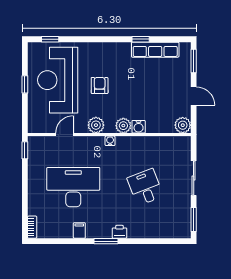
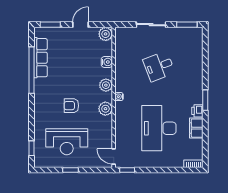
window: (141, 39) -> (32, 70), width x3.17
reception desk: (58, 80) -> (67, 142), width x0.74, depth x0.77
water cooler: (139, 127) -> (107, 62), moved
door: (65, 135) -> (114, 156), moved
filing cabinet: (79, 230) -> (196, 128), width x2.00
printer: (119, 232) -> (197, 111), moved

